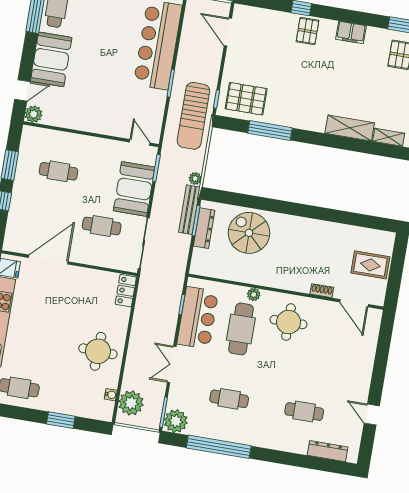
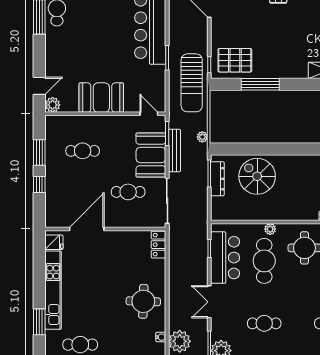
booth: (51, 59) -> (101, 98), moved, turned 90
bench: (189, 210) -> (175, 150), moved

